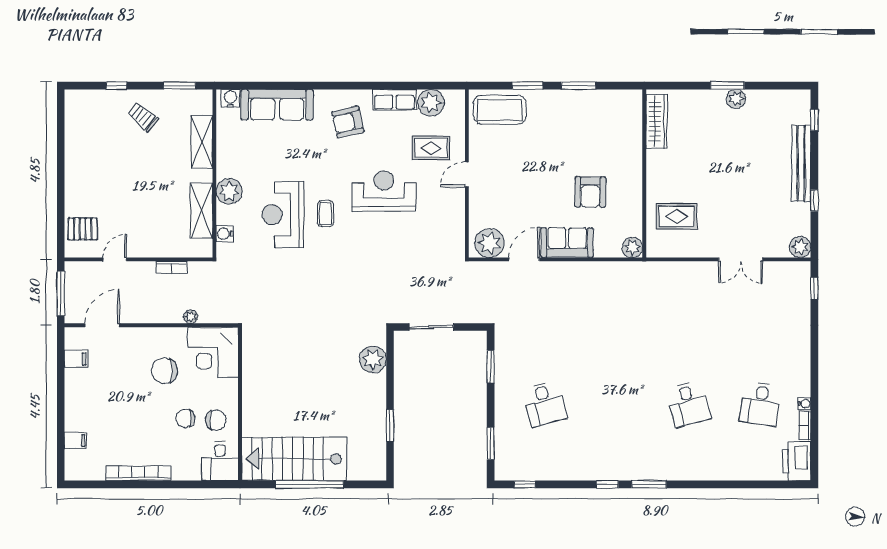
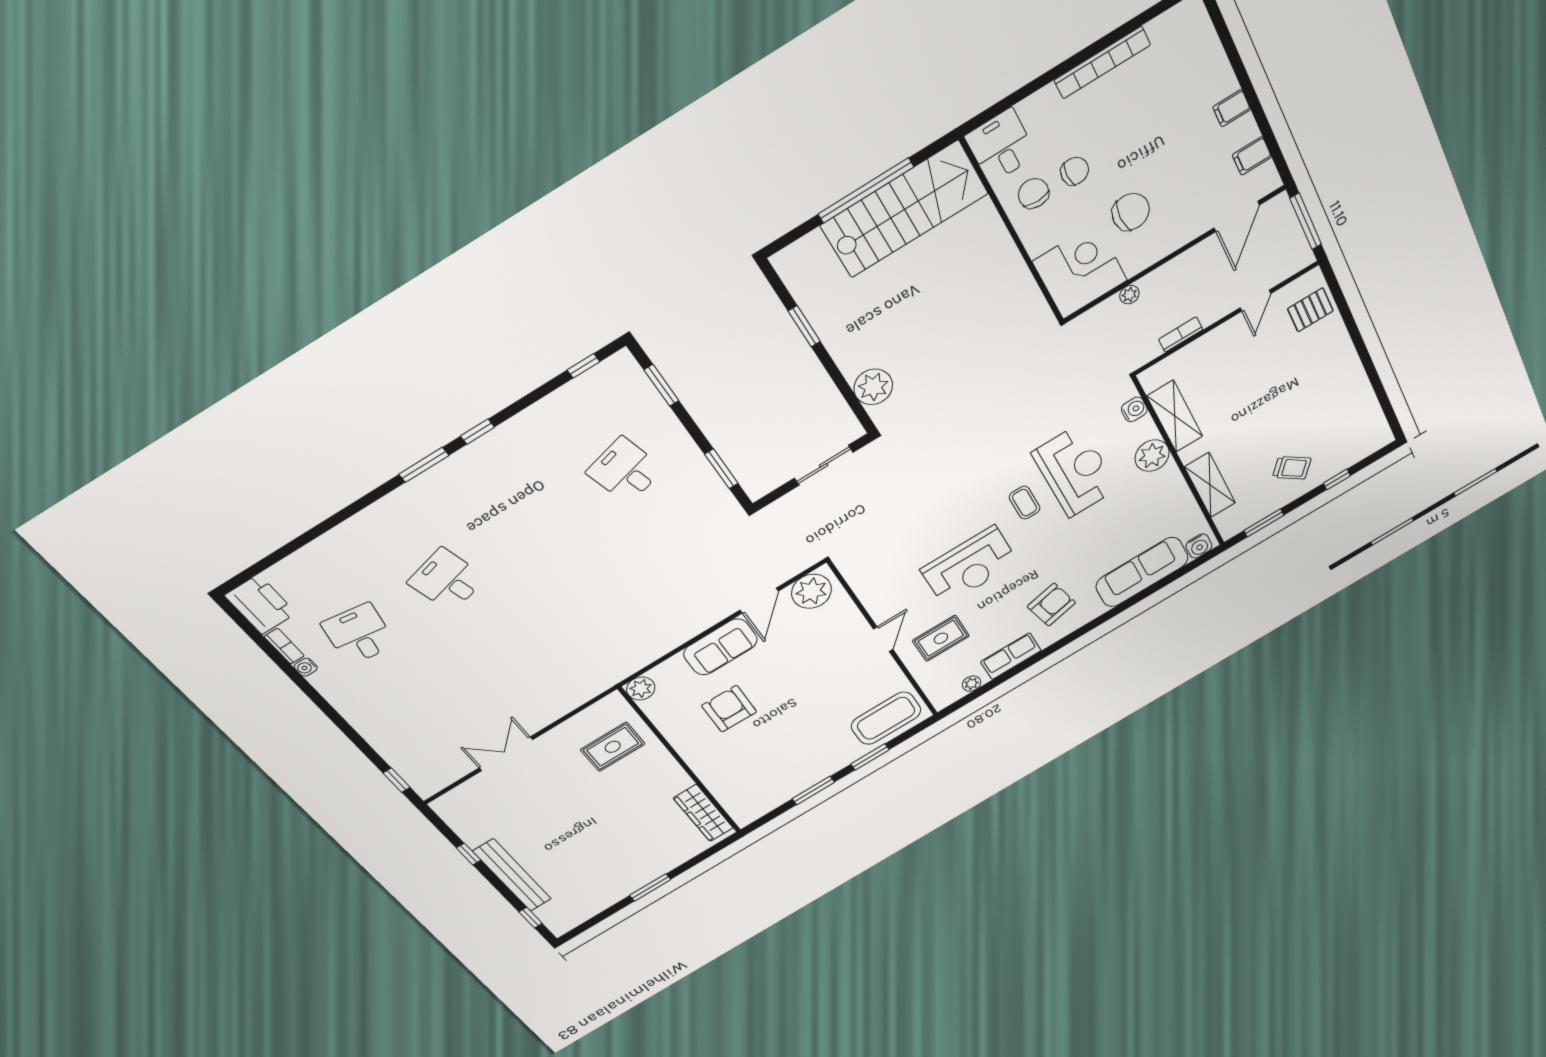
plant: (736, 99) -> (632, 883), removed
plant: (431, 103) -> (971, 684), width x0.53, depth x0.53
plant: (800, 247) -> (447, 806), removed
chair: (216, 420) -> (1034, 193), turned 90
filing cabinet: (75, 440) -> (1232, 108), moved

